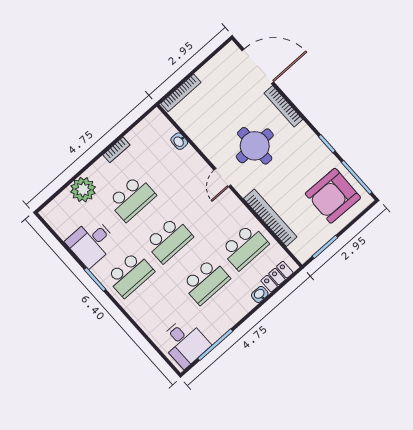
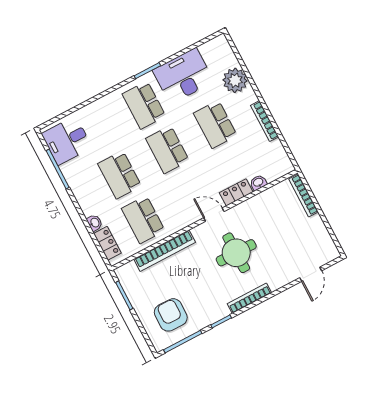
door: (258, 66) -> (311, 274), width x0.53
bookcase: (283, 106) -> (249, 298), moved
bookcase: (116, 150) -> (265, 121), width x1.56
locker: (194, 161) -> (236, 192), added
armchair: (333, 196) -> (171, 315), width x0.73, depth x0.73
desk: (91, 242) -> (183, 76), width x1.37

